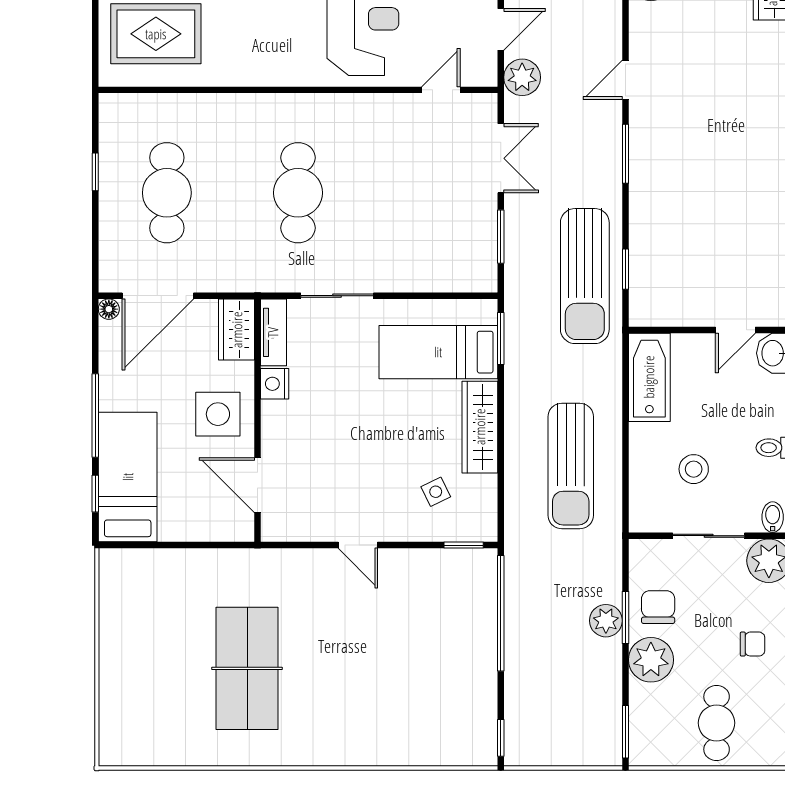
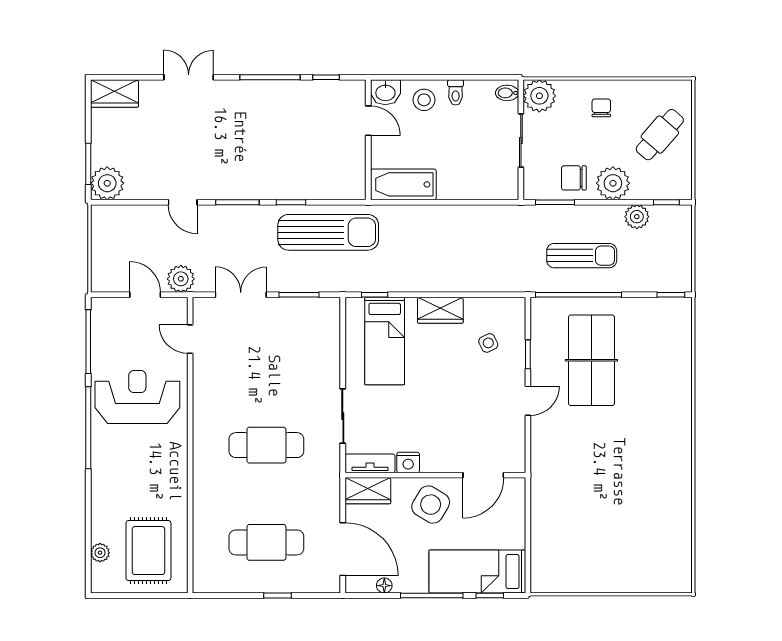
window: (95, 172) -> (277, 595), moved
window: (625, 269) -> (291, 202), moved
floor lamp: (109, 309) -> (384, 586), moved
window: (501, 339) -> (375, 295), width x0.67
side table: (218, 414) -> (431, 505), turned 31
wardrobe: (480, 427) -> (440, 310), width x0.67
sun lounger: (571, 466) -> (582, 256), moved, width x0.73, depth x0.75
stool: (694, 469) -> (424, 100), moved
window: (464, 545) -> (528, 354), moved
window: (625, 618) -> (555, 202), moved
plant: (606, 621) -> (637, 217), moved
table tennis table: (247, 668) -> (591, 360), moved, turned 90
cafe table: (717, 723) -> (660, 135), turned -49
window: (625, 732) -> (666, 202), width x0.67

